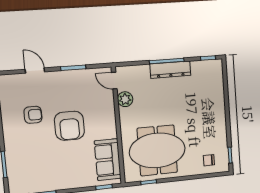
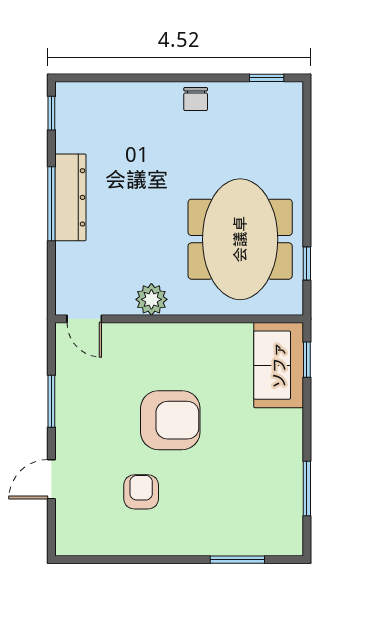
door: (114, 81) -> (84, 319), hinge flipped
plant: (125, 99) -> (151, 299), moved
sofa: (108, 160) -> (279, 365), moved, turned 90
chair: (209, 160) -> (196, 99), moved

